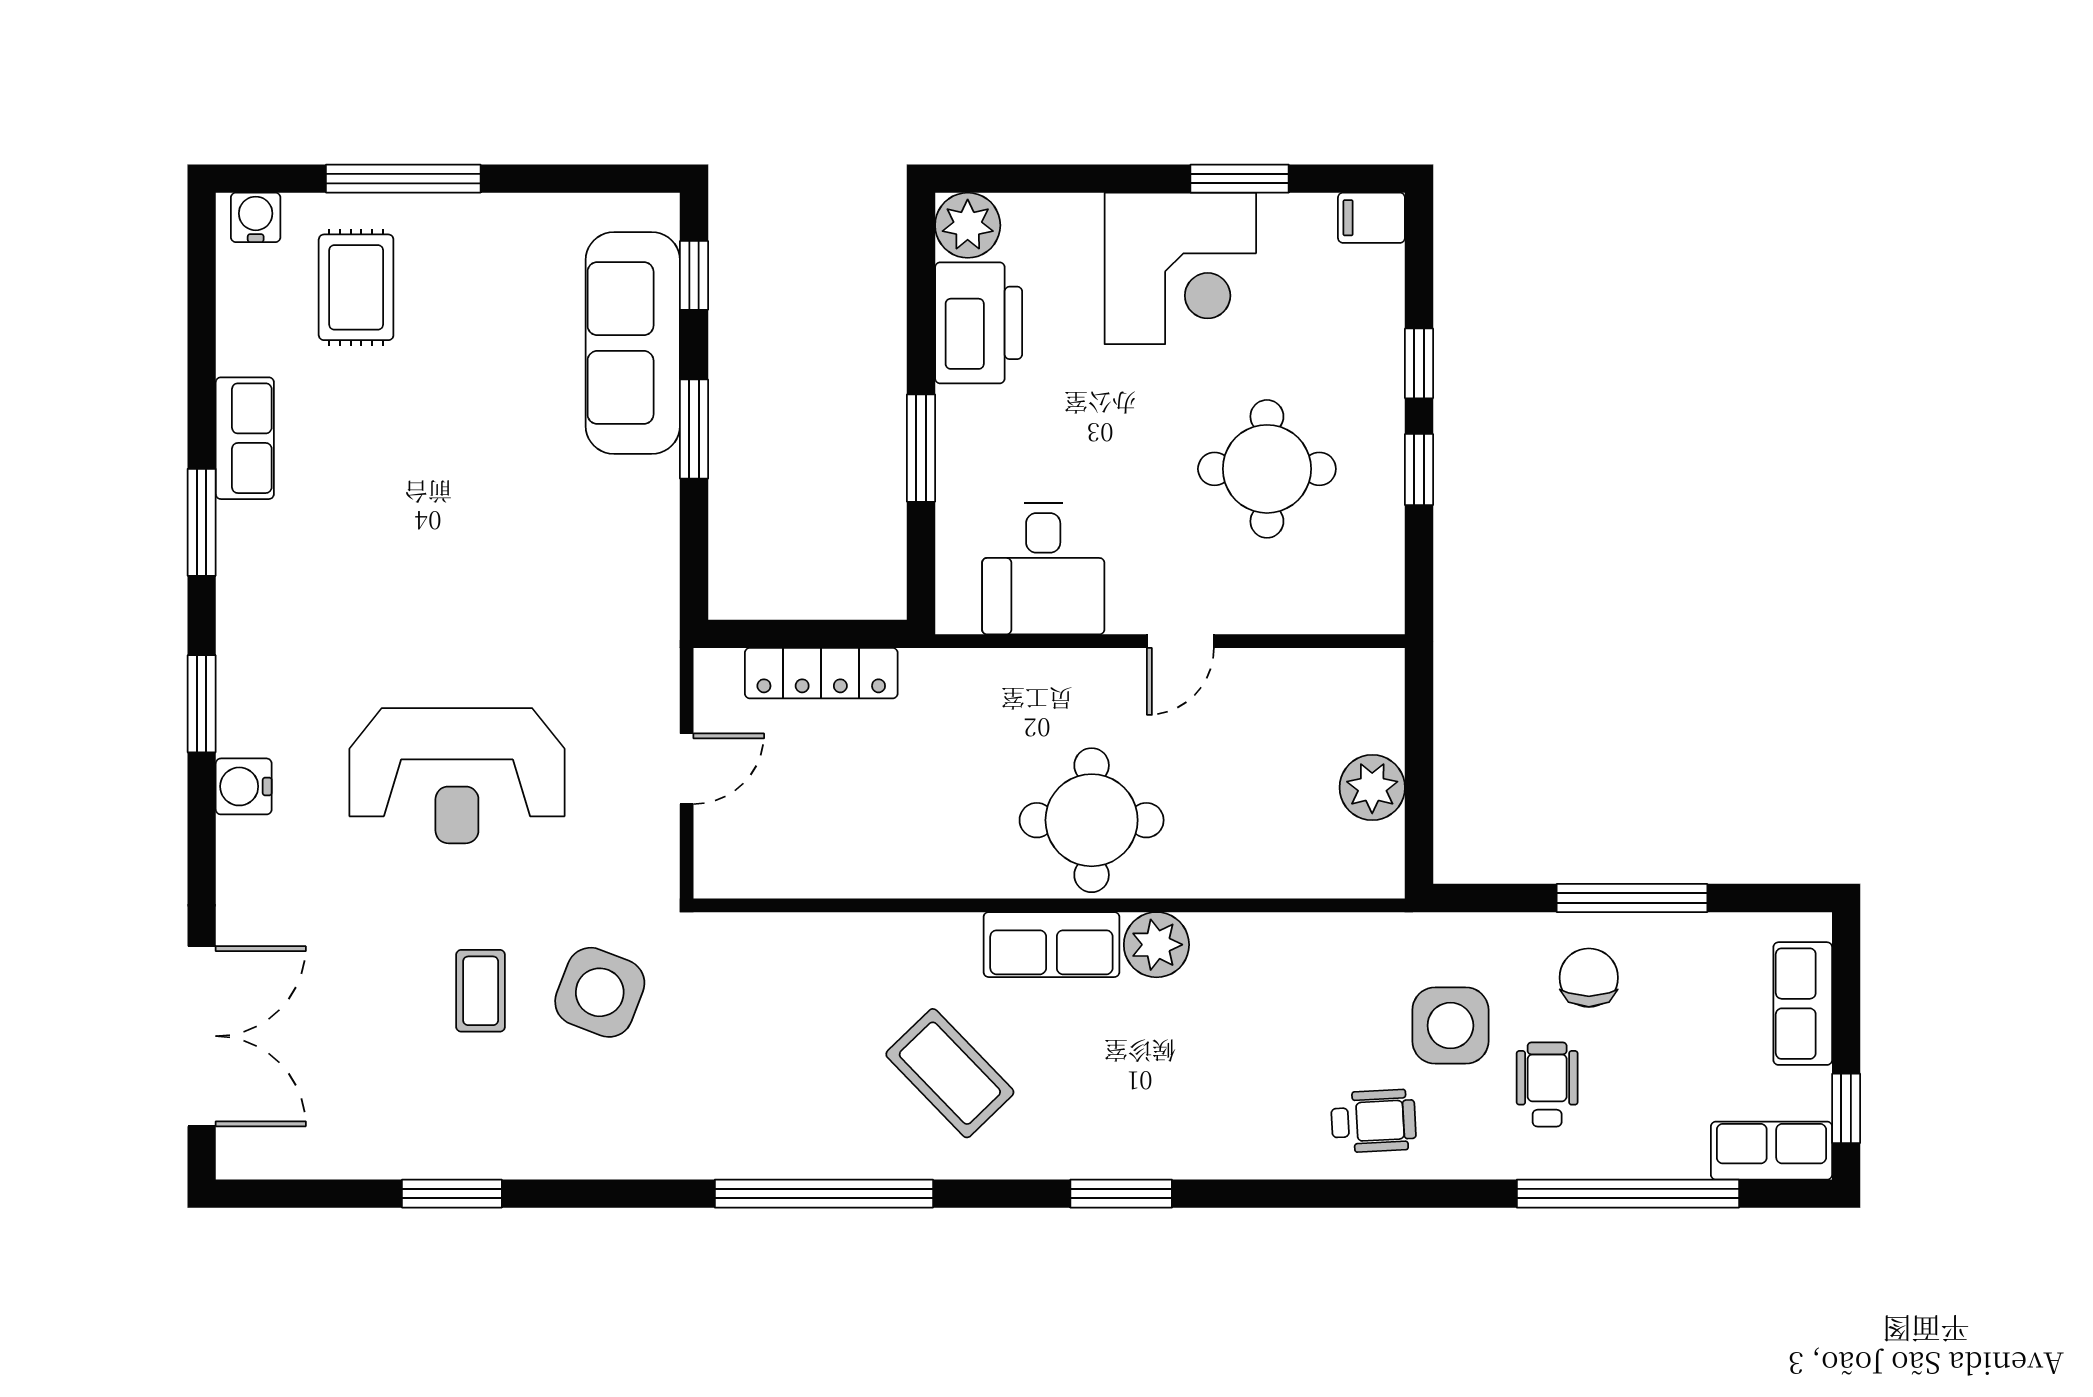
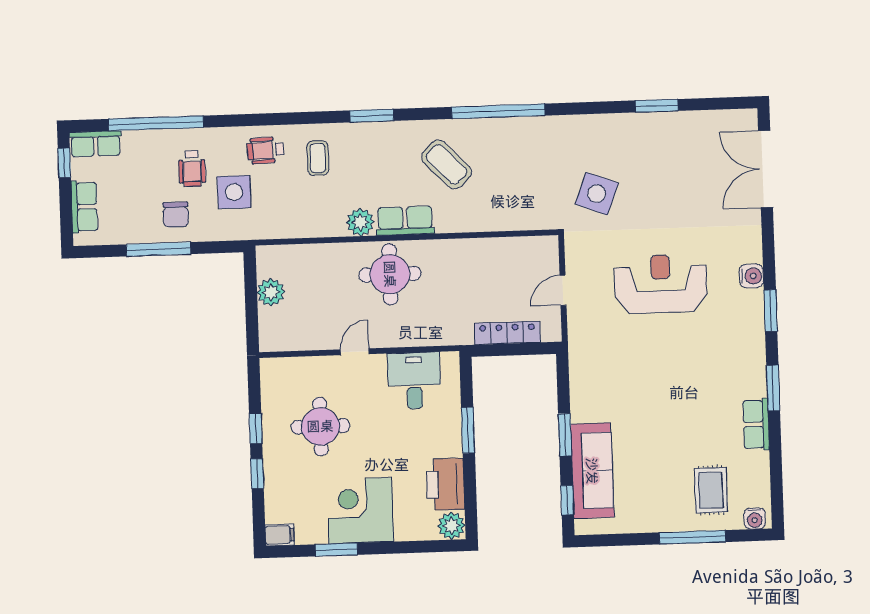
coffee table: (481, 991) -> (318, 158), moved

